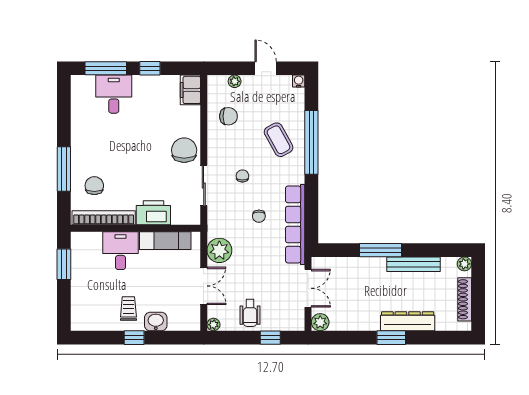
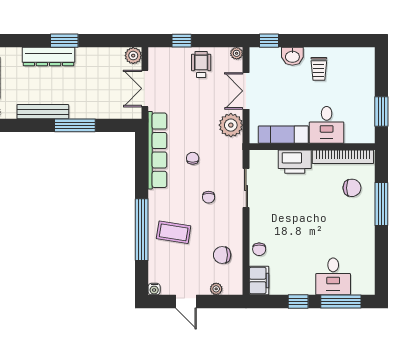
coffee table: (279, 140) -> (174, 232), turned -52
chair: (184, 150) -> (259, 249), moved, width x0.54, depth x0.54
chair: (94, 186) -> (352, 188), turned -90
window: (134, 338) -> (269, 41), moved

